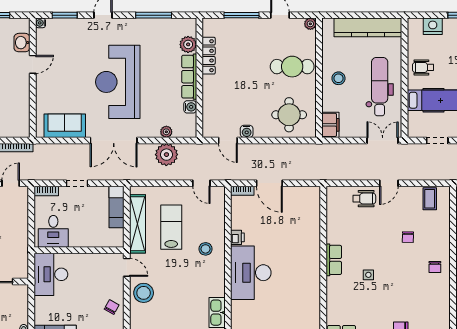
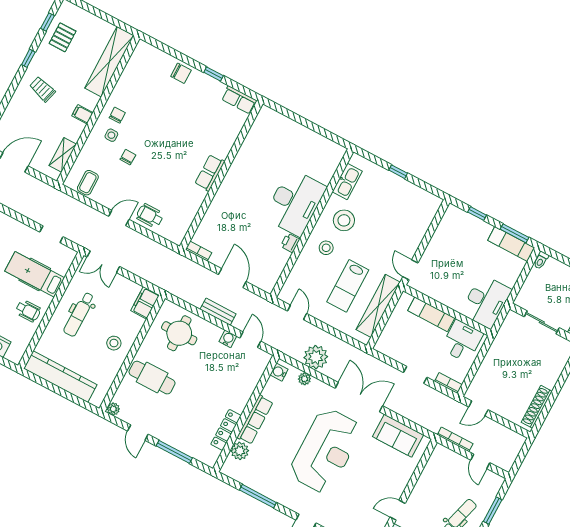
dental chair: (380, 87) -> (79, 314), width x0.73, depth x0.72
water cooler: (190, 107) -> (279, 372), moved
bench: (267, 149) -> (218, 312), added
bookcase: (242, 191) -> (199, 251), moved
exam couch: (117, 207) -> (431, 314), moved, turned 90
side table: (368, 275) -> (111, 135), moved
stool: (144, 293) -> (344, 220), moved
chair: (112, 307) -> (445, 240), removed

